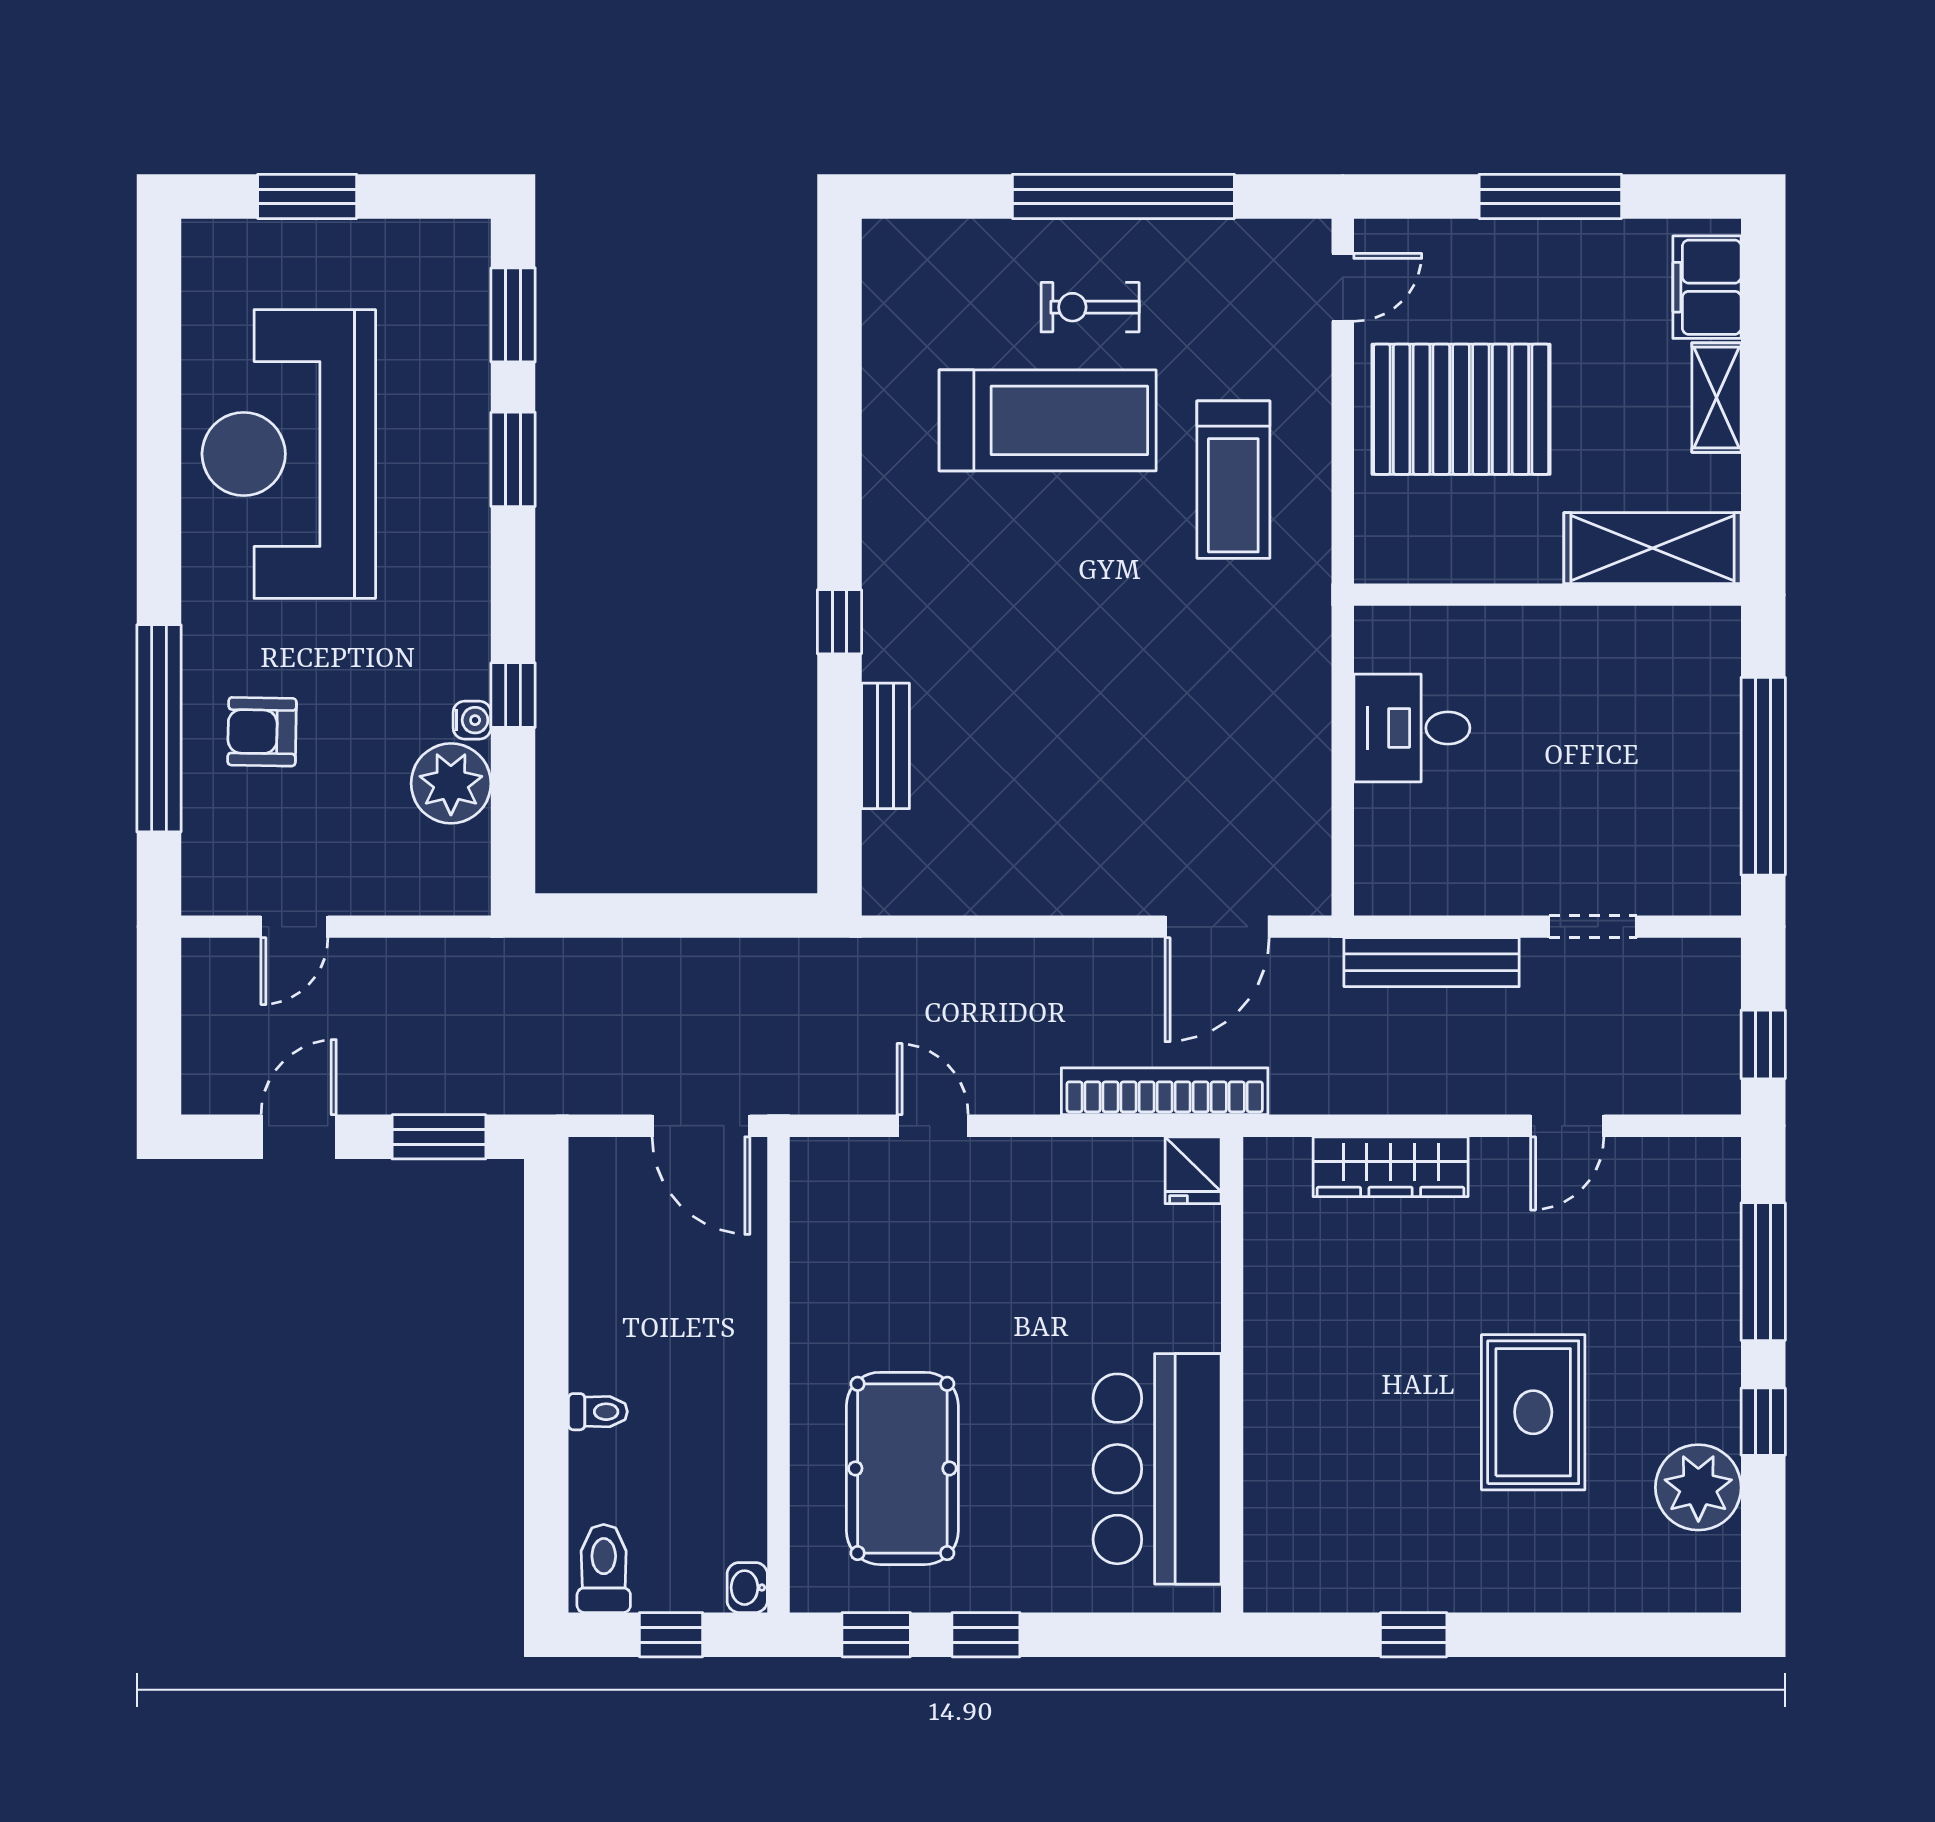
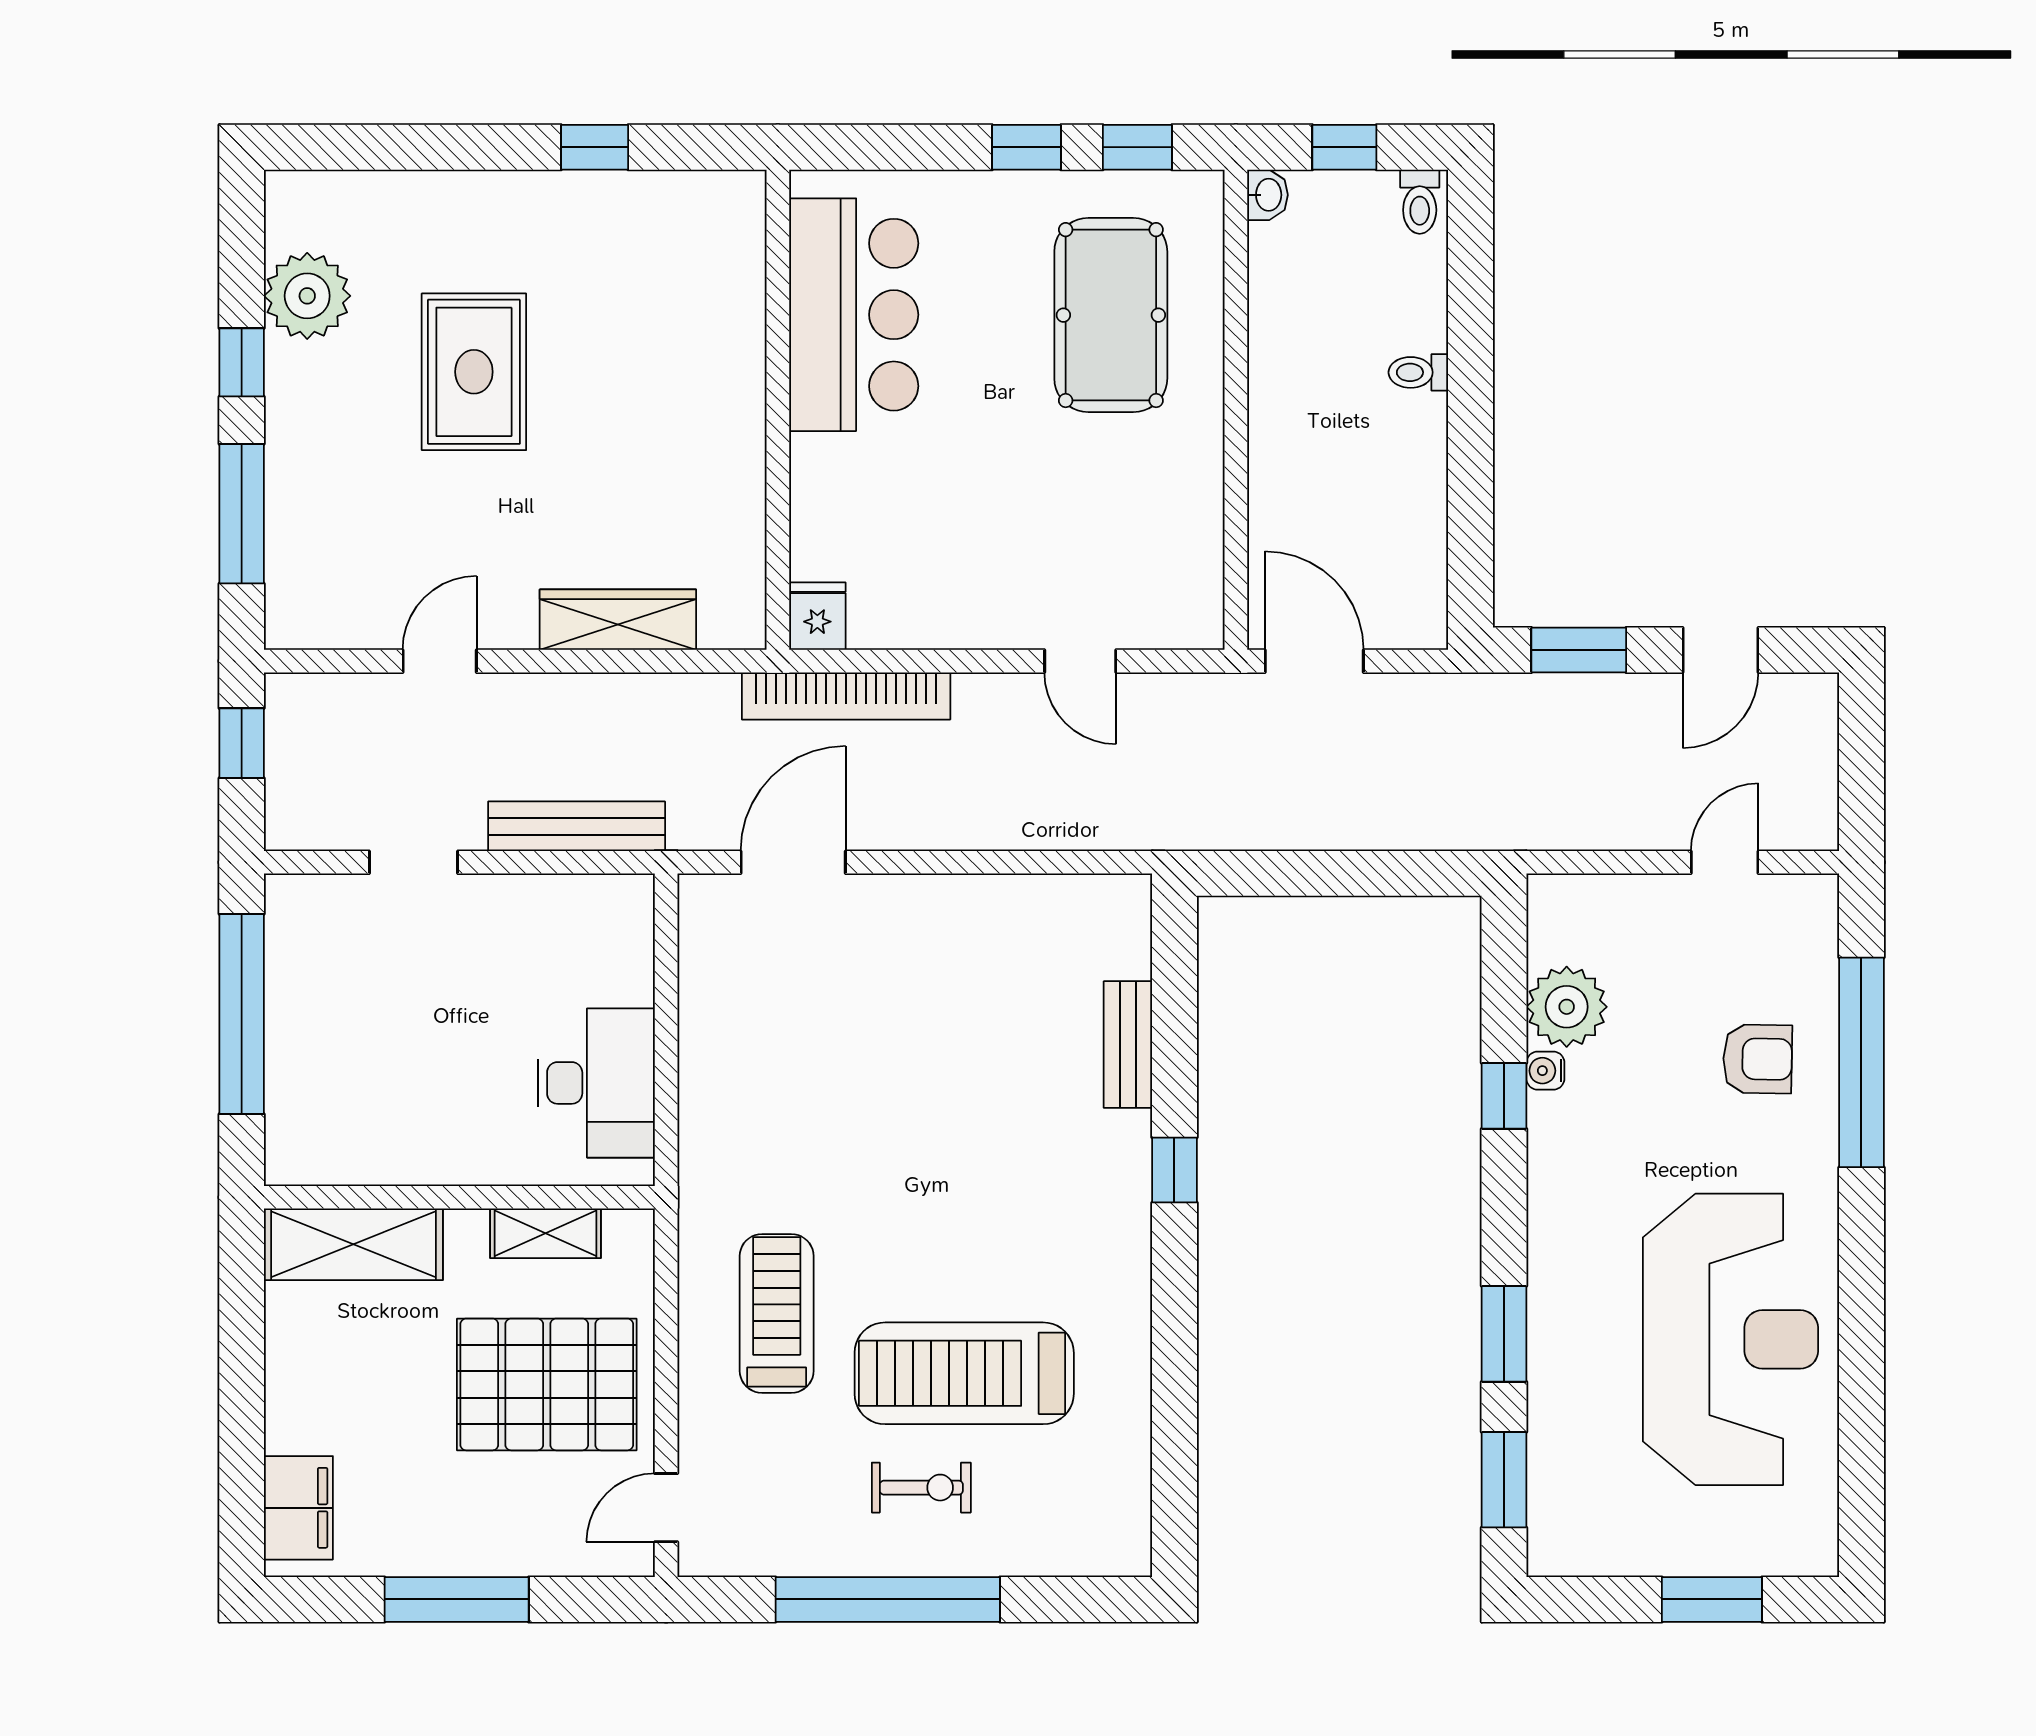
shelving: (1716, 398) -> (545, 1233), moved, turned 90
desk: (1412, 728) -> (596, 1083), width x1.37
toilet: (604, 1568) -> (1420, 202), width x0.73, depth x0.72

